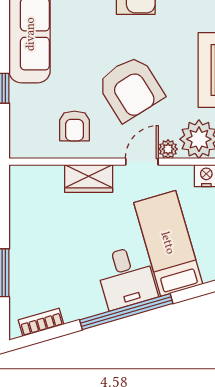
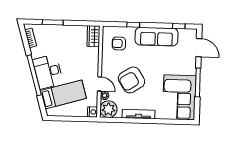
armchair: (74, 126) -> (119, 43), moved
wardrobe: (89, 178) -> (93, 36), moved
desk: (126, 277) -> (48, 72), width x1.37

